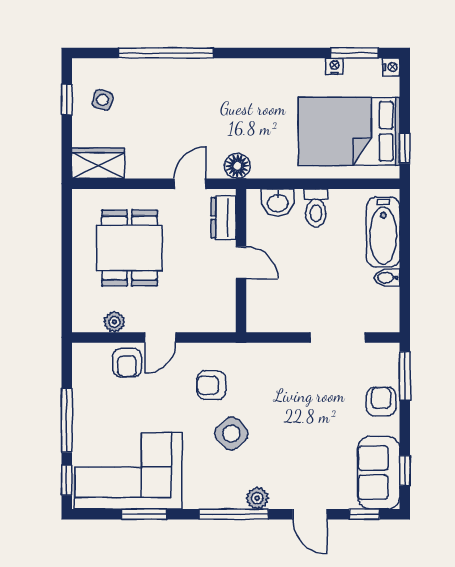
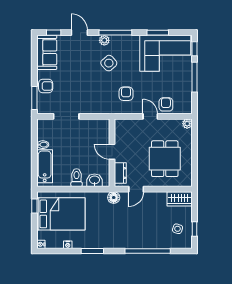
window: (354, 53) -> (92, 251), moved
plant: (114, 322) -> (187, 124), moved
door: (160, 337) -> (150, 116), hinge flipped
armchair: (211, 385) -> (126, 94), turned -90
armchair: (381, 402) -> (46, 86), turned -90
side table: (231, 434) -> (109, 63), moved
window: (405, 471) -> (34, 53), removed

